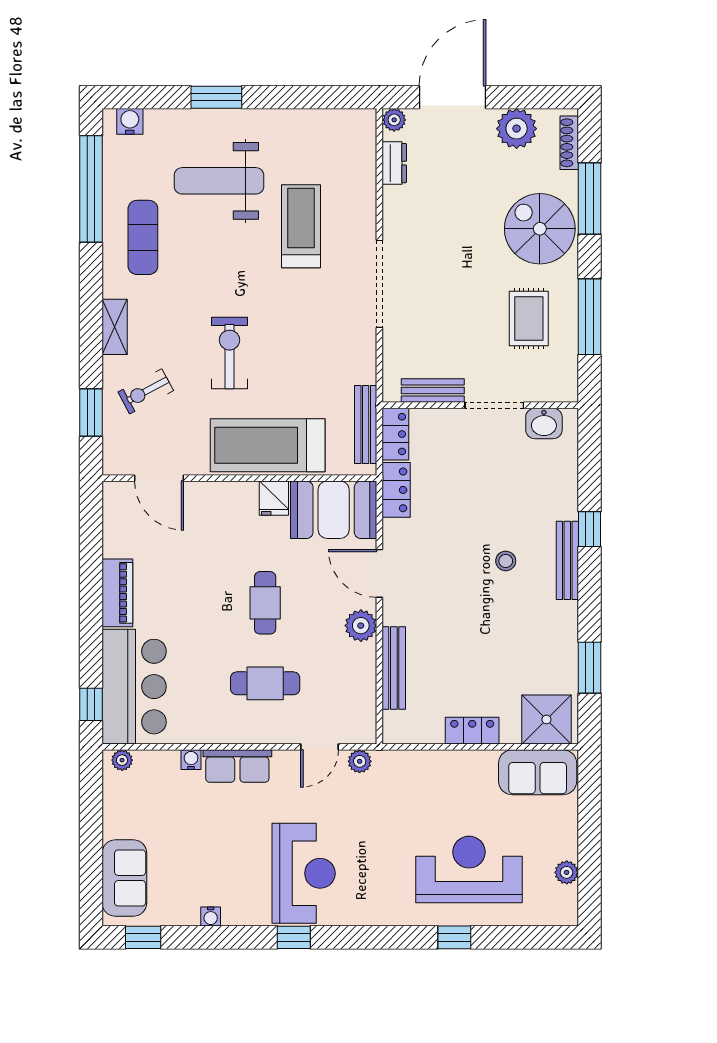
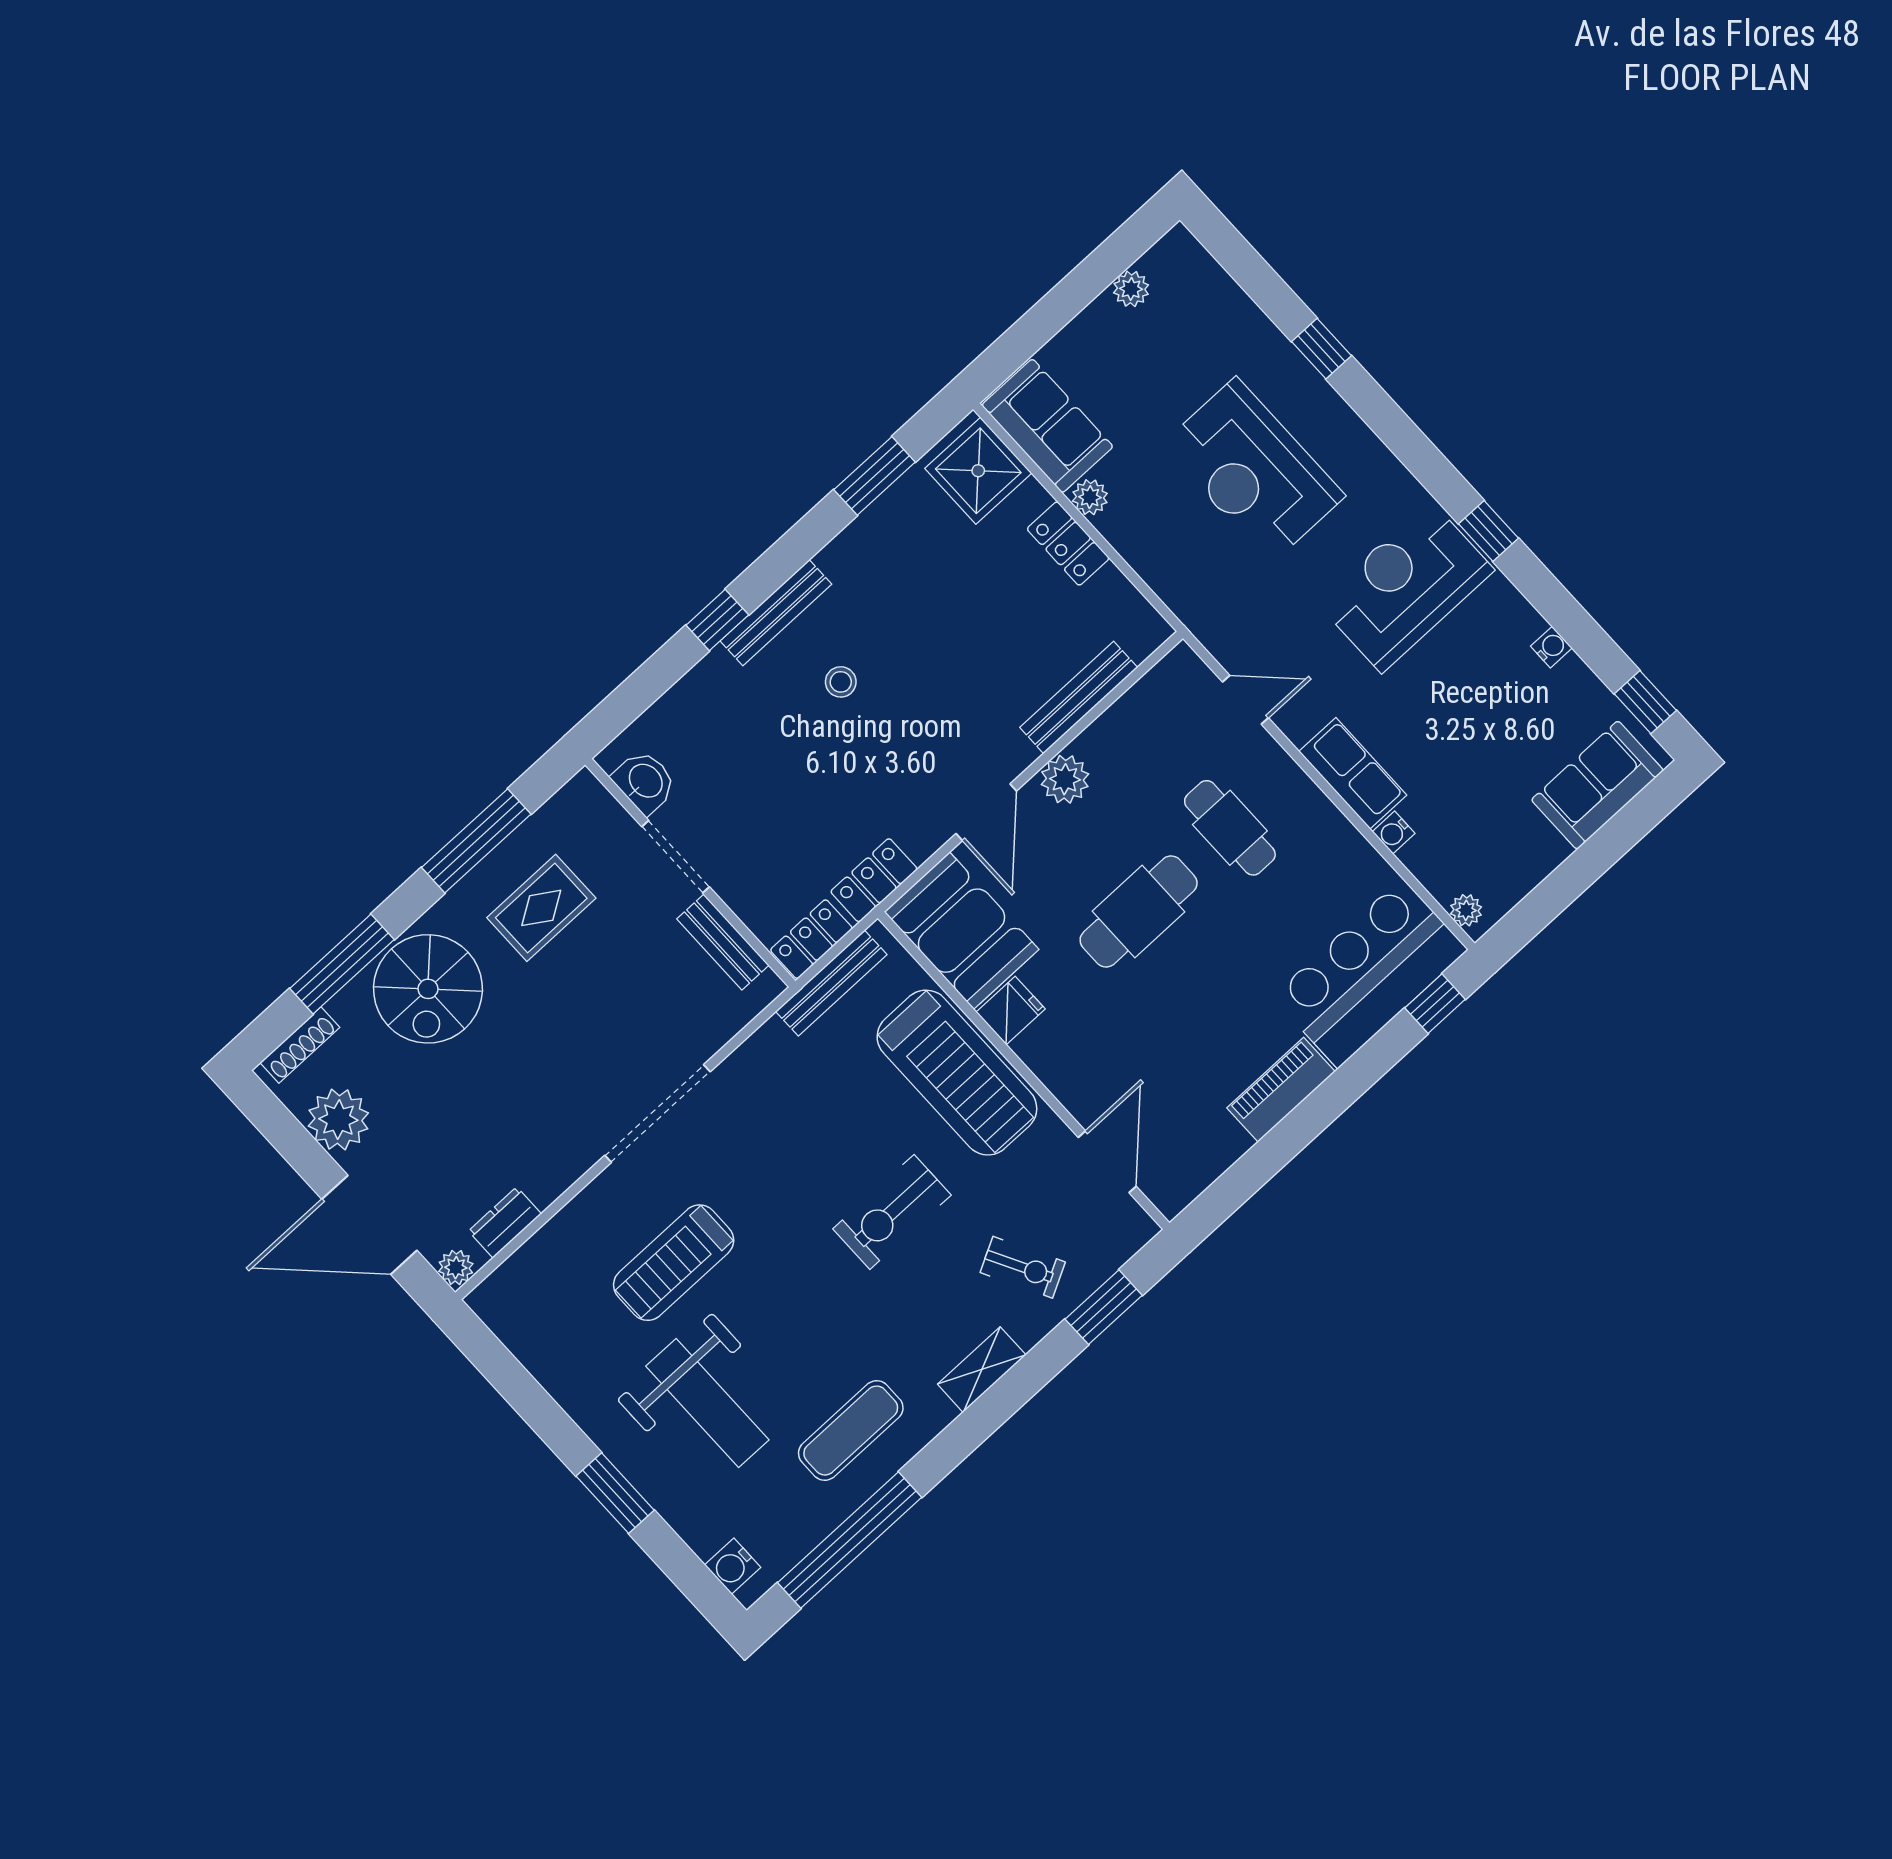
cafe table: (265, 603) -> (1139, 912), width x1.37, depth x1.35
plant: (360, 761) -> (1090, 497), moved
reception desk: (469, 869) -> (1253, 470), moved

